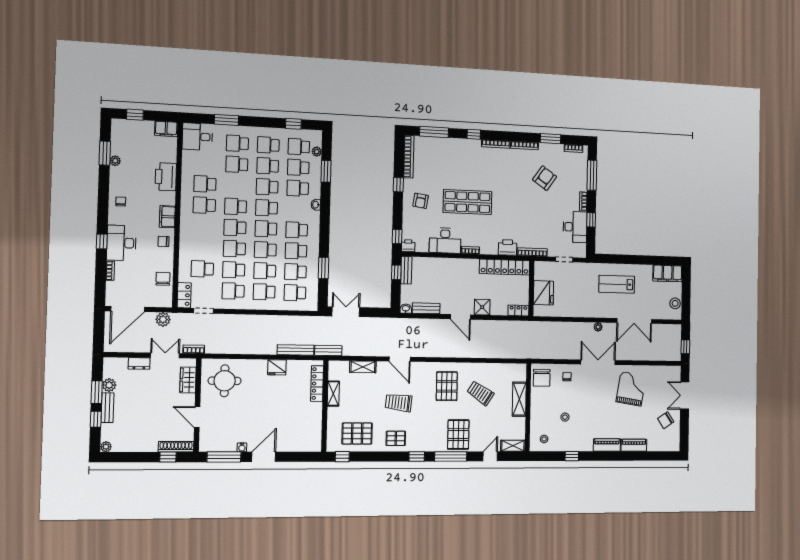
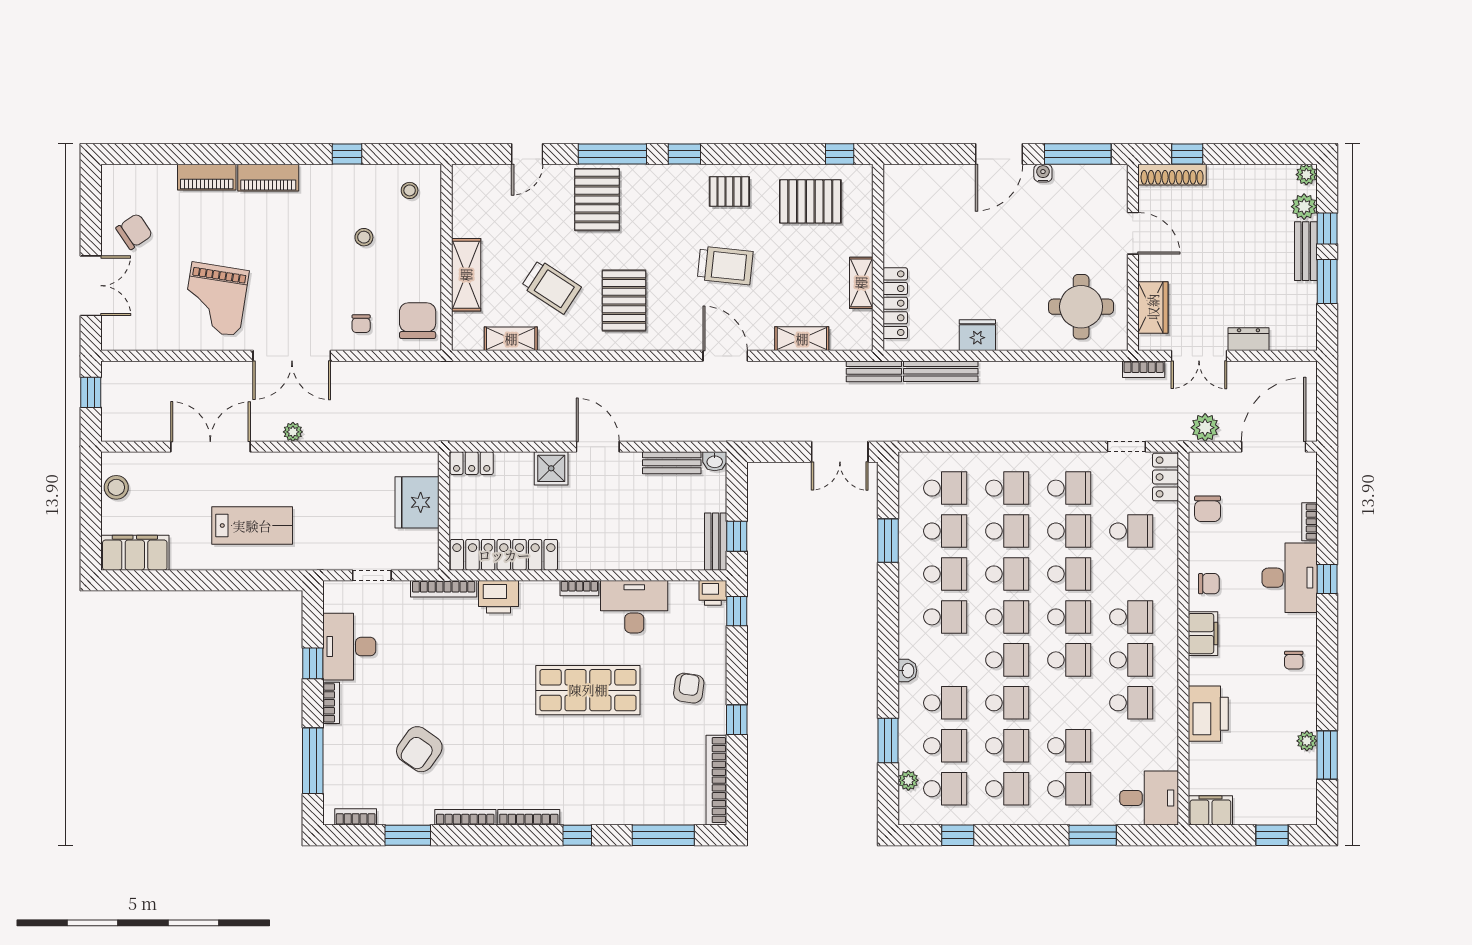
school desk: (204, 226) -> (1131, 617), added
plant: (109, 385) -> (1304, 207), moved
shelving: (513, 446) -> (511, 339), moved

